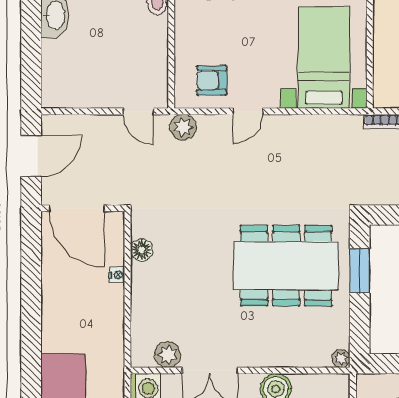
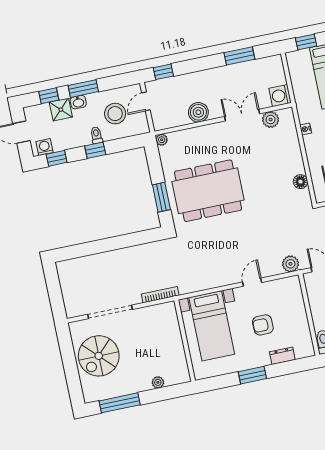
armchair: (212, 80) -> (263, 325), moved, turned 180
nightstand: (117, 275) -> (306, 129), moved

